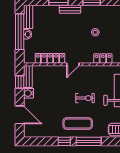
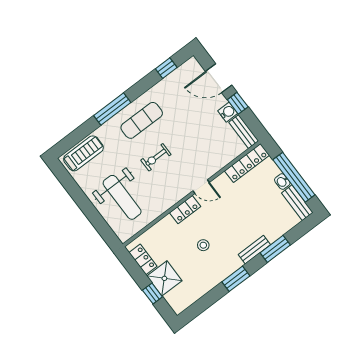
locker: (50, 58) -> (247, 163), moved
locker: (103, 59) -> (185, 210), moved
door: (73, 64) -> (201, 187), swing flipped
window: (20, 82) -> (238, 103), moved
window: (64, 141) -> (166, 68), moved

